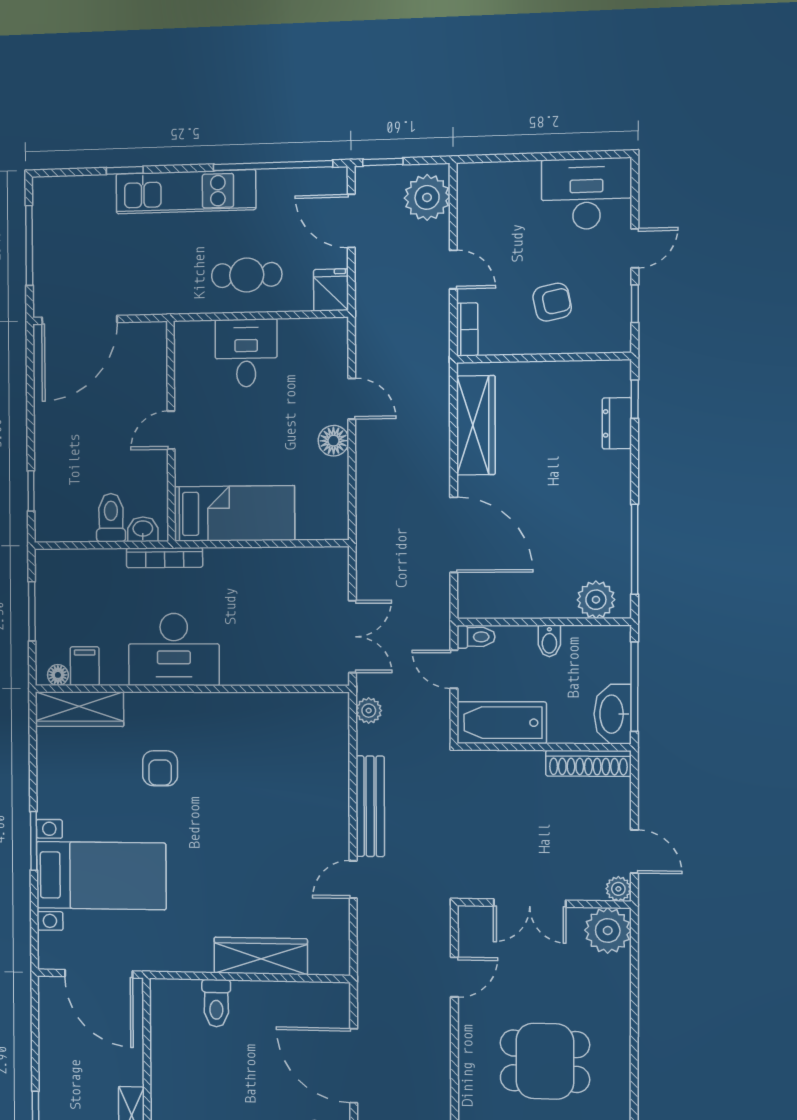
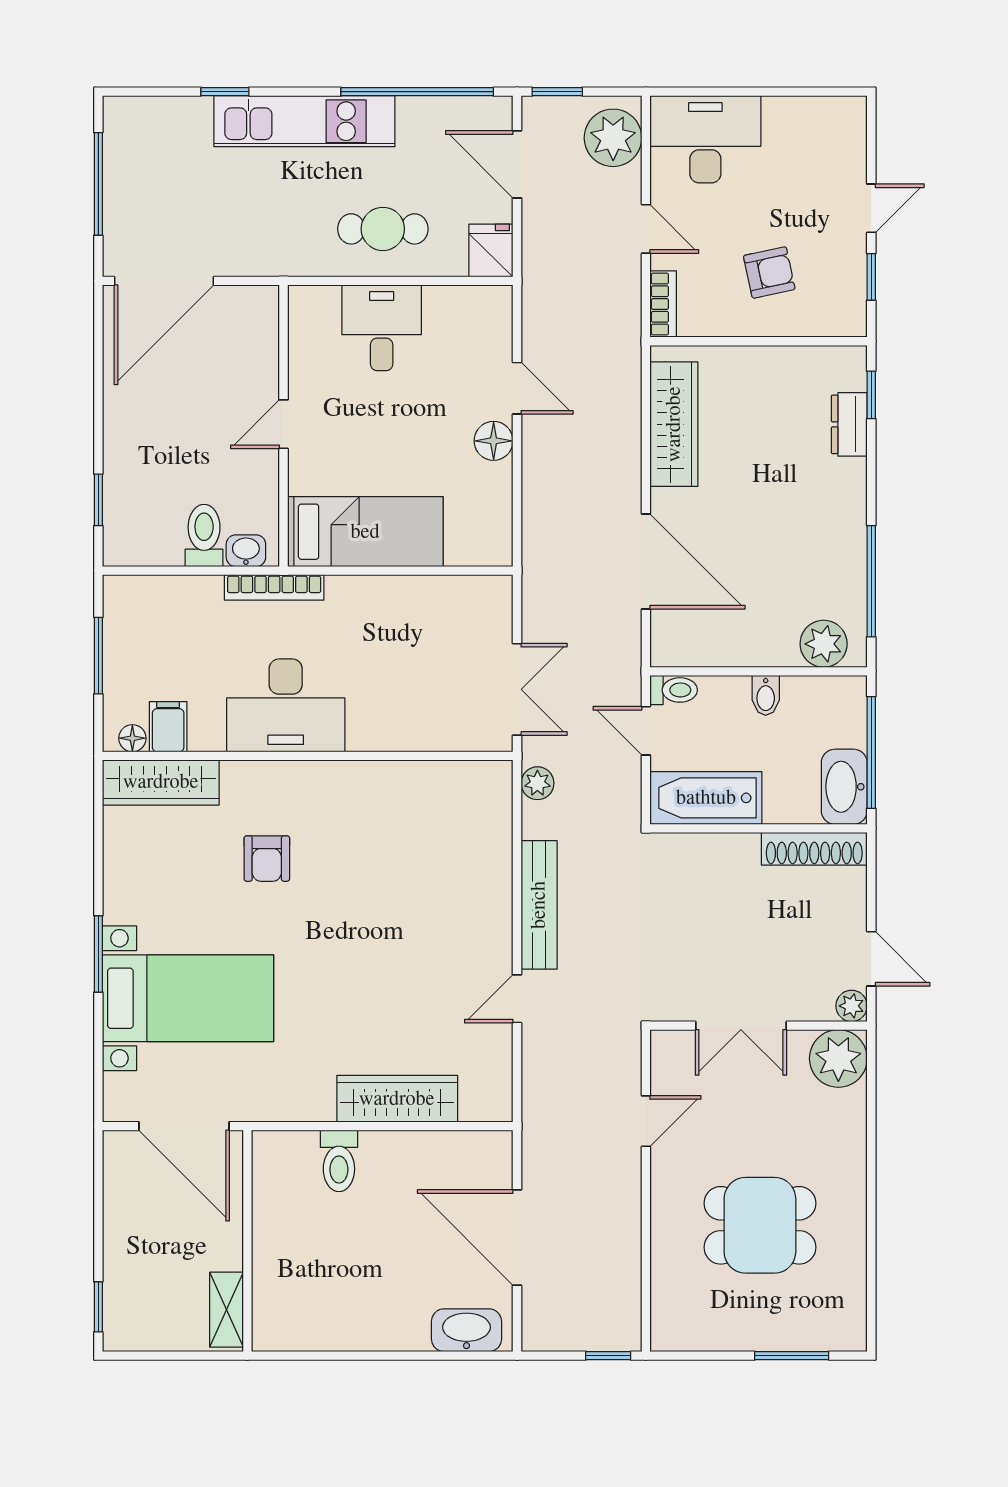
desk: (586, 194) -> (705, 139), moved

